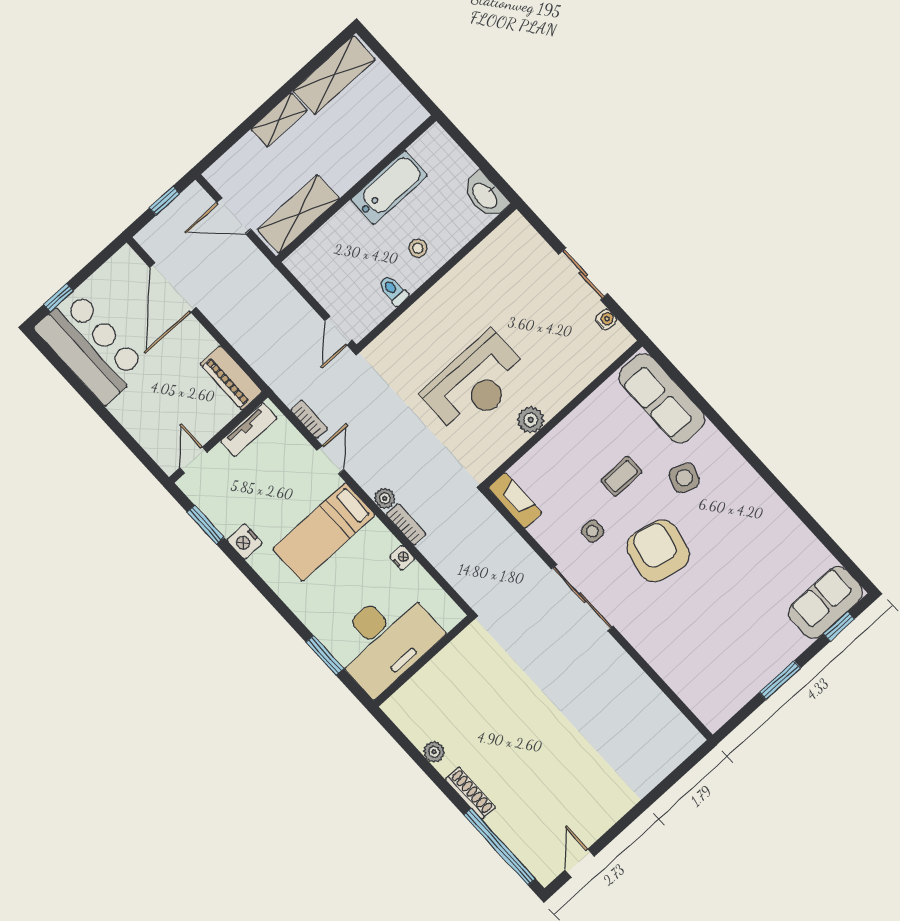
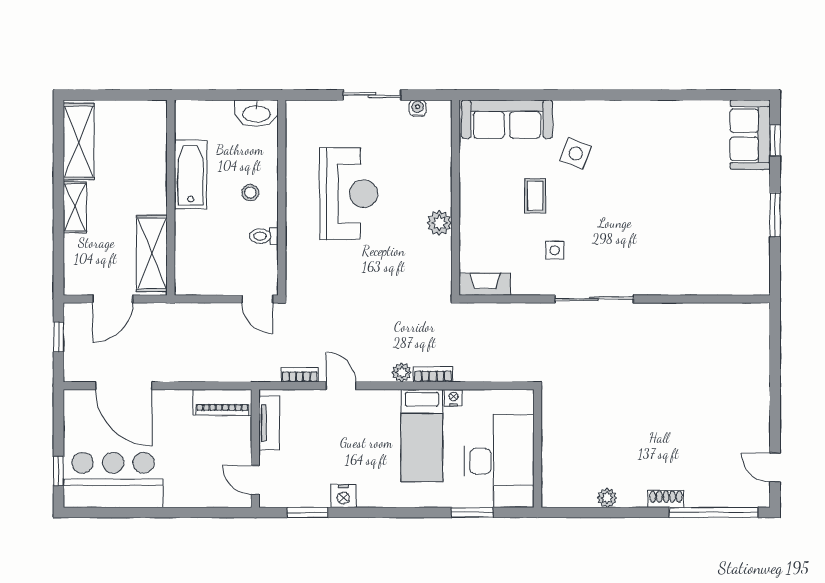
reception desk: (475, 383) -> (349, 194), moved
bed: (324, 532) -> (422, 436), moved
armchair: (658, 551) -> (610, 218), removed
shoe rack: (470, 793) -> (666, 499), width x0.70

